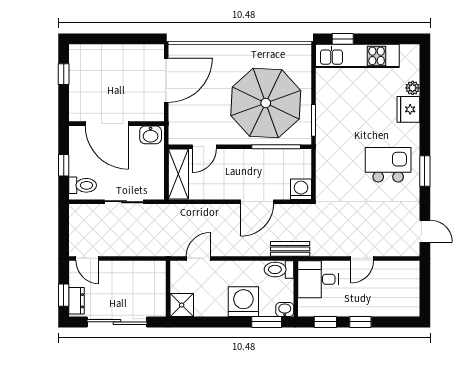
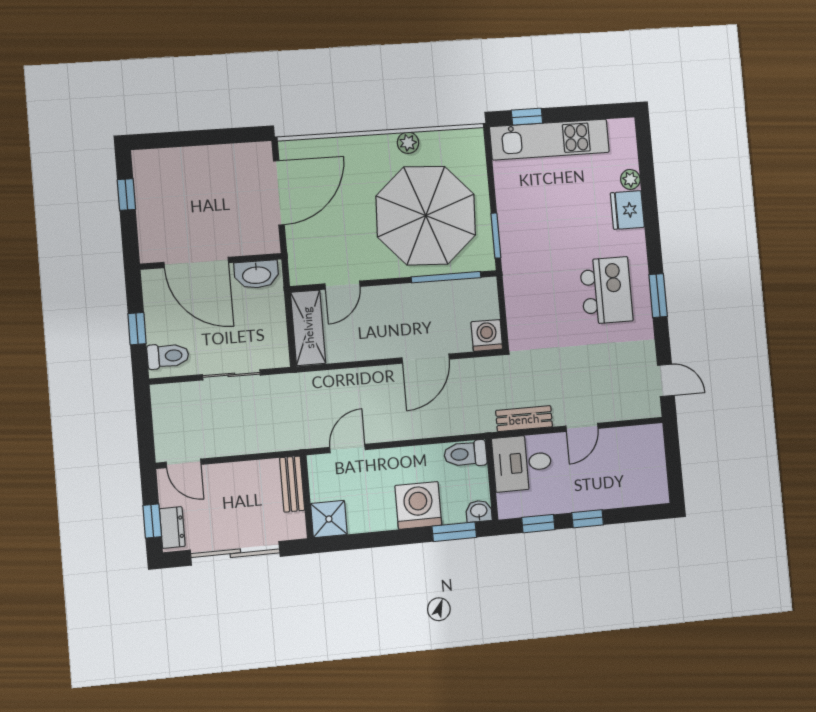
plant: (258, 52) -> (408, 143), added
washbasin: (151, 135) -> (256, 274), width x1.38
kitchen island: (388, 165) -> (606, 291), turned 90
bench: (290, 249) -> (524, 419), moved
bench: (159, 279) -> (292, 484), added

